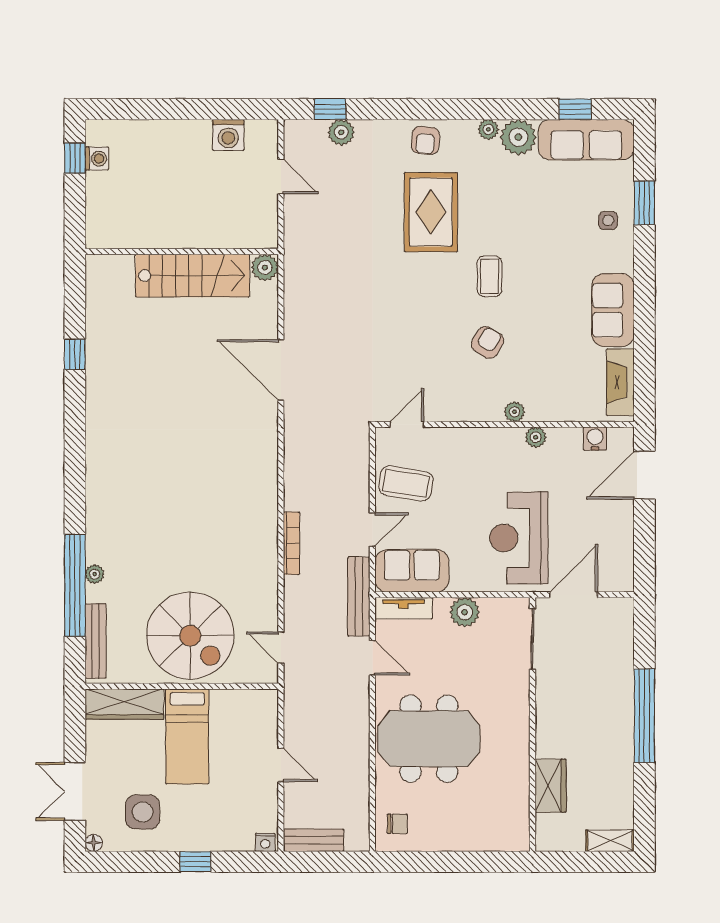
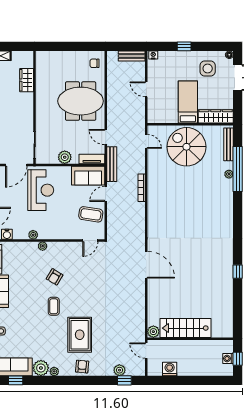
wall: (182, 252) -> (190, 339), moved
plant: (265, 267) -> (153, 332), moved
stairs: (192, 276) -> (185, 328), moved

